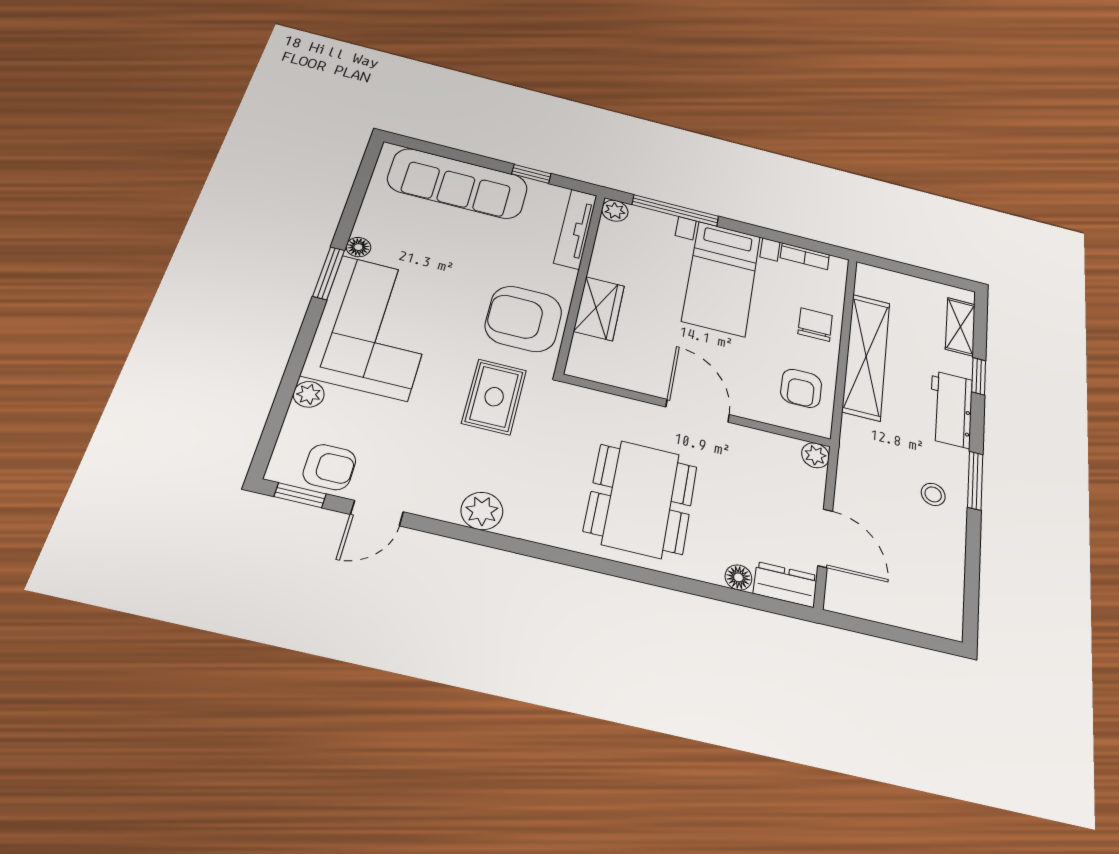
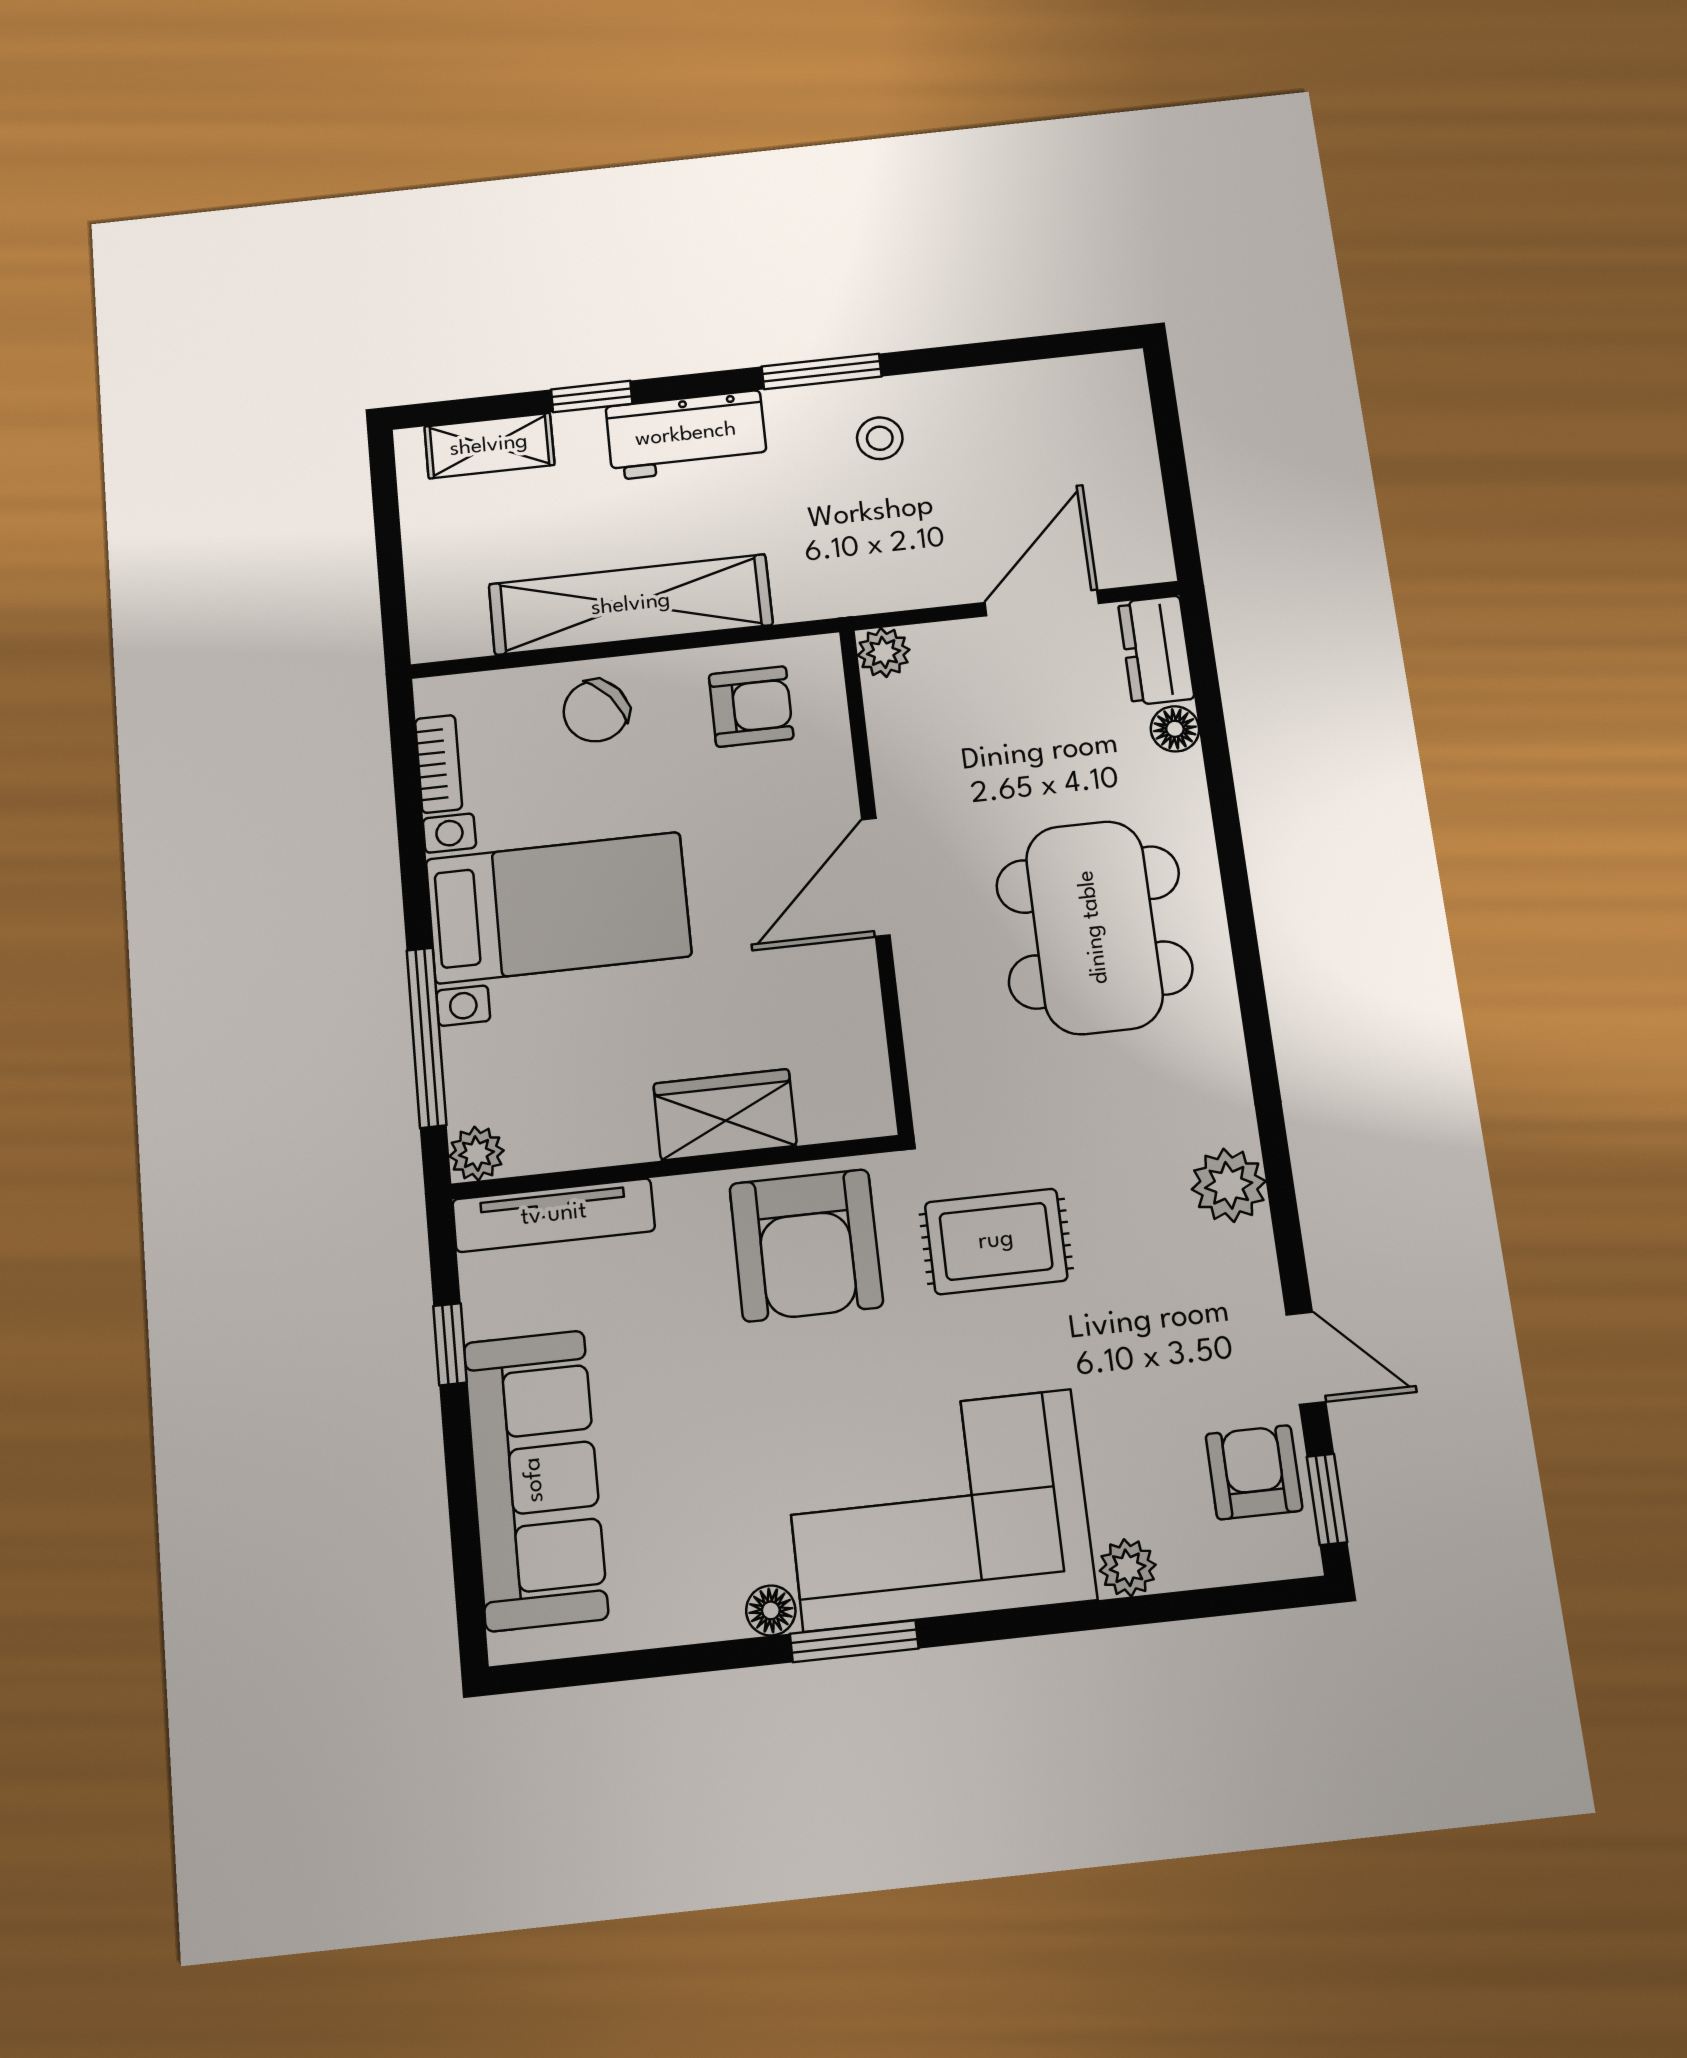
chair: (815, 325) -> (596, 711), turned -39
dining table: (641, 499) -> (1094, 927), turned 90

